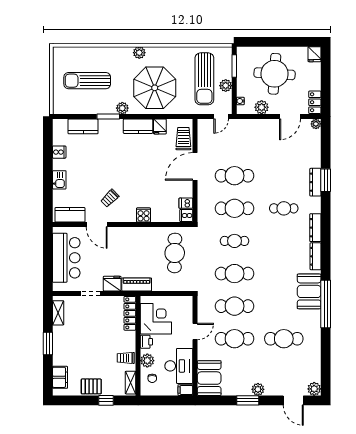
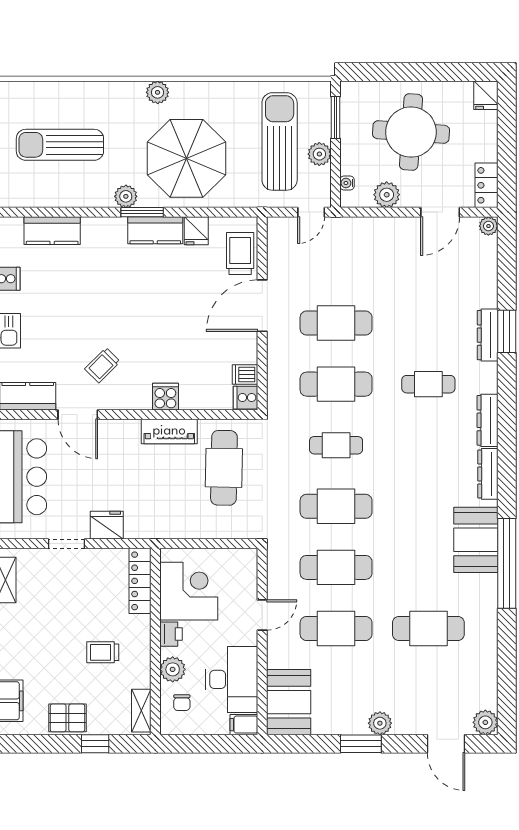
sun lounger: (204, 79) -> (280, 141), turned 180
window: (108, 117) -> (142, 212), moved
piano: (137, 284) -> (169, 431), moved, turned 180
trolley: (126, 358) -> (103, 652), moved

